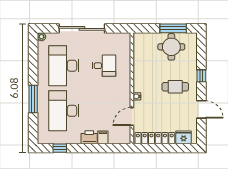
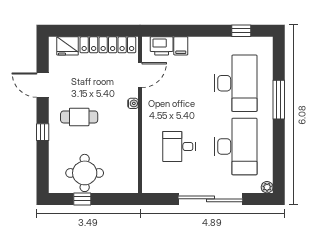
window: (173, 28) -> (82, 199), width x0.46
printer: (89, 137) -> (162, 46), moved

